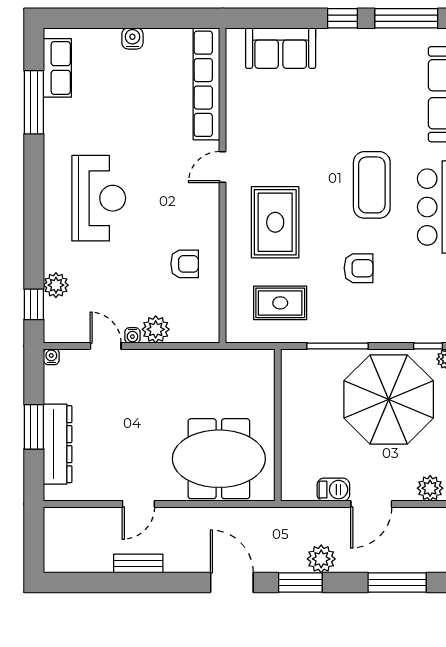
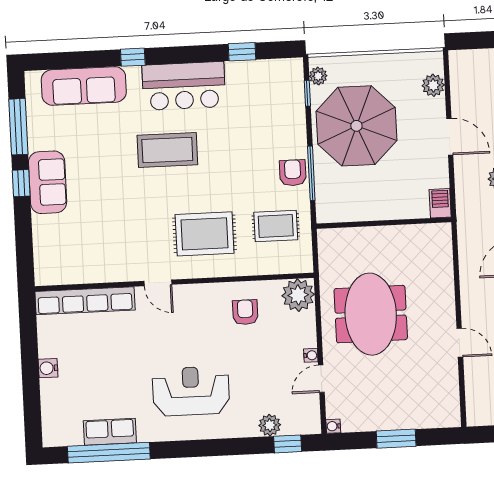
sofa: (281, 48) -> (48, 182), moved
row of seats: (57, 68) -> (110, 432), moved
window: (34, 102) -> (109, 453), width x1.46
armchair: (359, 268) -> (293, 173), moved
rug: (280, 303) -> (276, 226), turned 90
plant: (156, 329) -> (298, 295), moved, width x1.36, depth x1.36
dresser: (58, 444) -> (410, 417), removed
meeting table: (219, 459) -> (371, 314), moved
barbecue: (333, 490) -> (440, 203), moved

